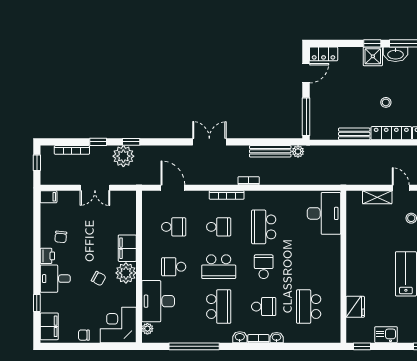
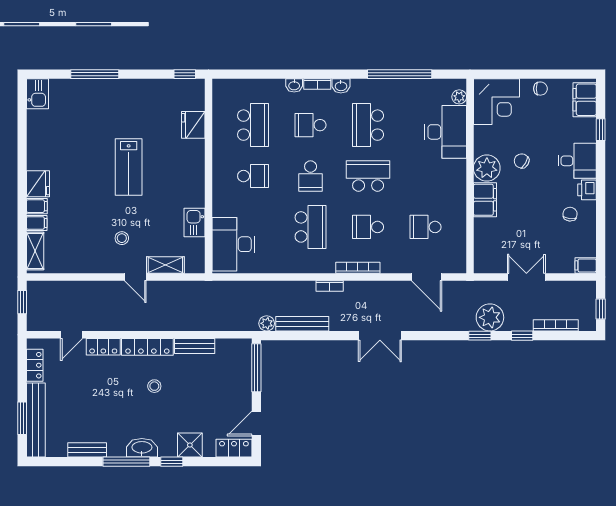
shower: (373, 56) -> (190, 445), moved
school desk: (174, 267) -> (253, 176), moved
kitchen sink: (386, 335) -> (195, 222), moved, turned 90

